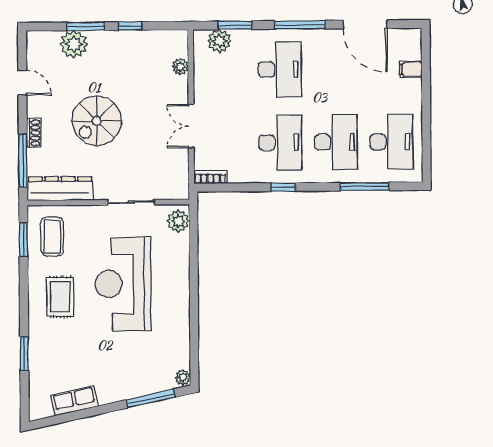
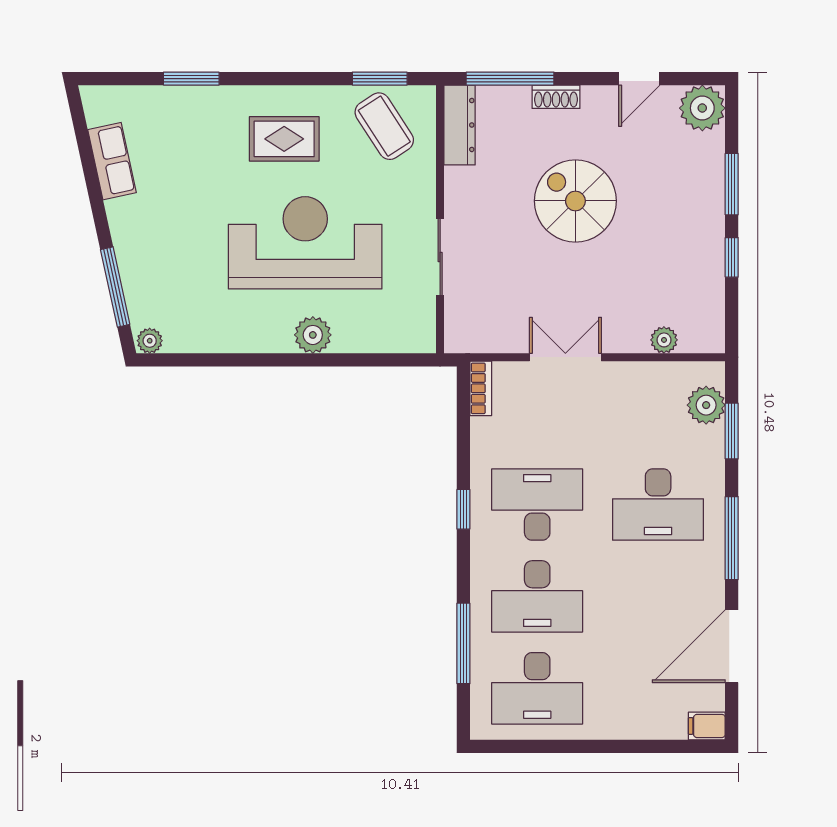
plant: (74, 44) -> (702, 108), moved
filing cabinet: (411, 69) -> (707, 726), moved, turned -90
desk: (280, 143) -> (537, 505), turned 180
dresser: (60, 189) -> (460, 125), width x0.73, depth x0.80
plant: (178, 221) -> (313, 335), moved
coffee table: (52, 237) -> (384, 126), turned 57

